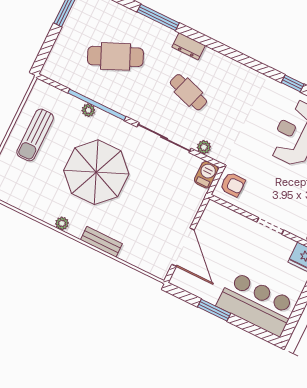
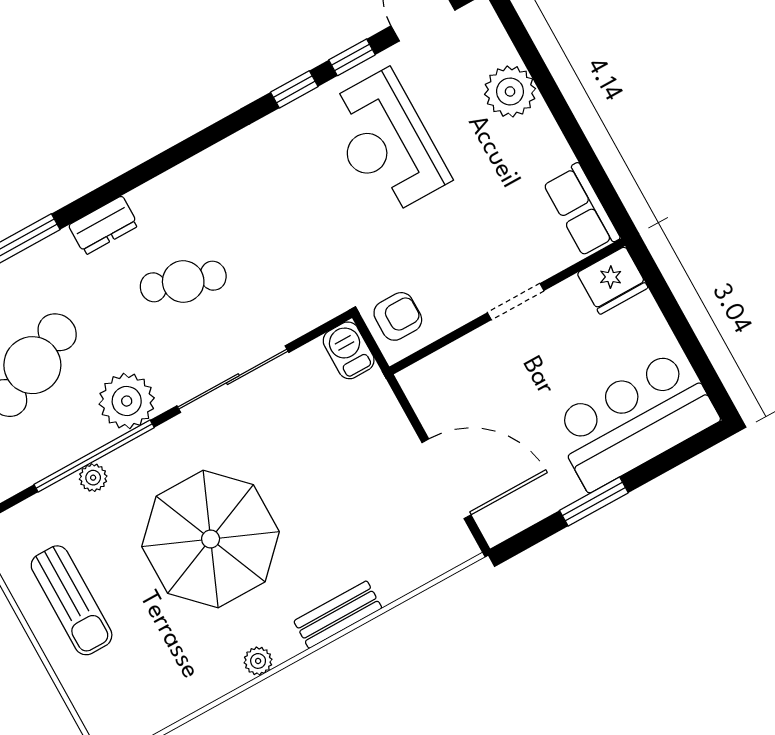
plant: (204, 147) -> (127, 401), moved, width x1.88, depth x1.88

